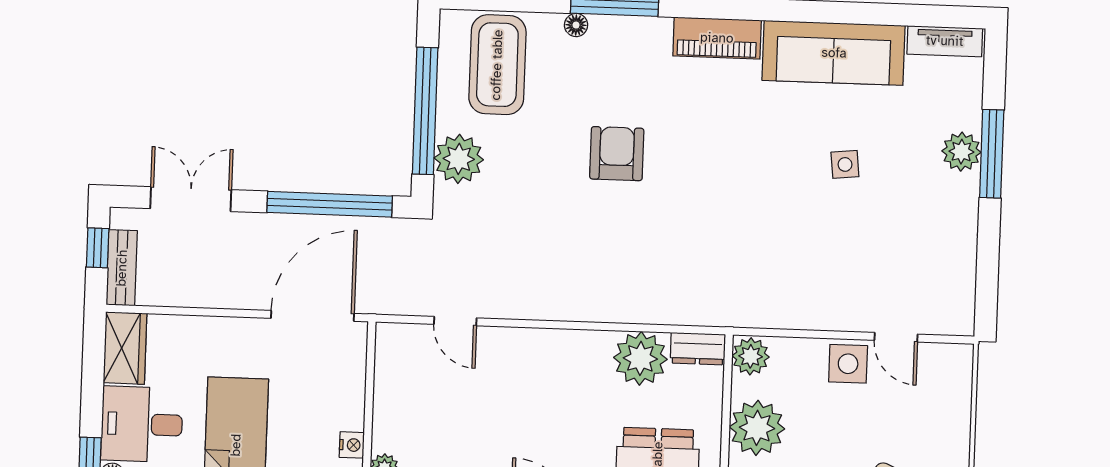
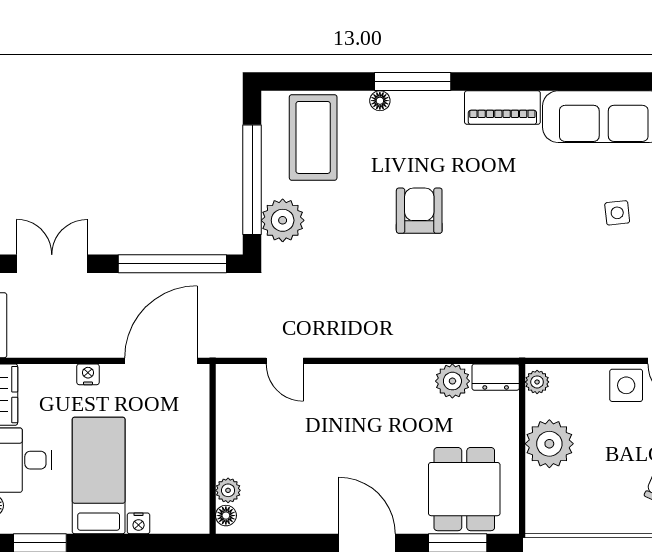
plant: (751, 356) -> (537, 382), width x0.73, depth x0.73
plant: (640, 358) -> (452, 381), width x0.73, depth x0.73
nightstand: (352, 445) -> (88, 374), moved, turned -90

